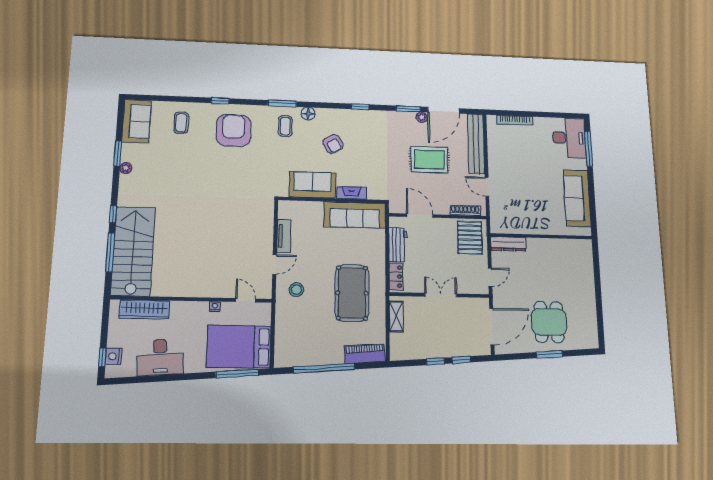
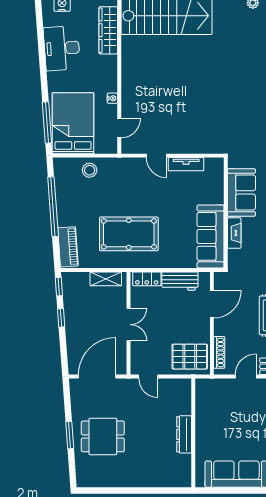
dresser: (508, 244) -> (184, 434), moved
stool: (296, 290) -> (90, 170), moved
door: (492, 326) -> (97, 377), swing flipped
window: (461, 360) -> (59, 287), moved

